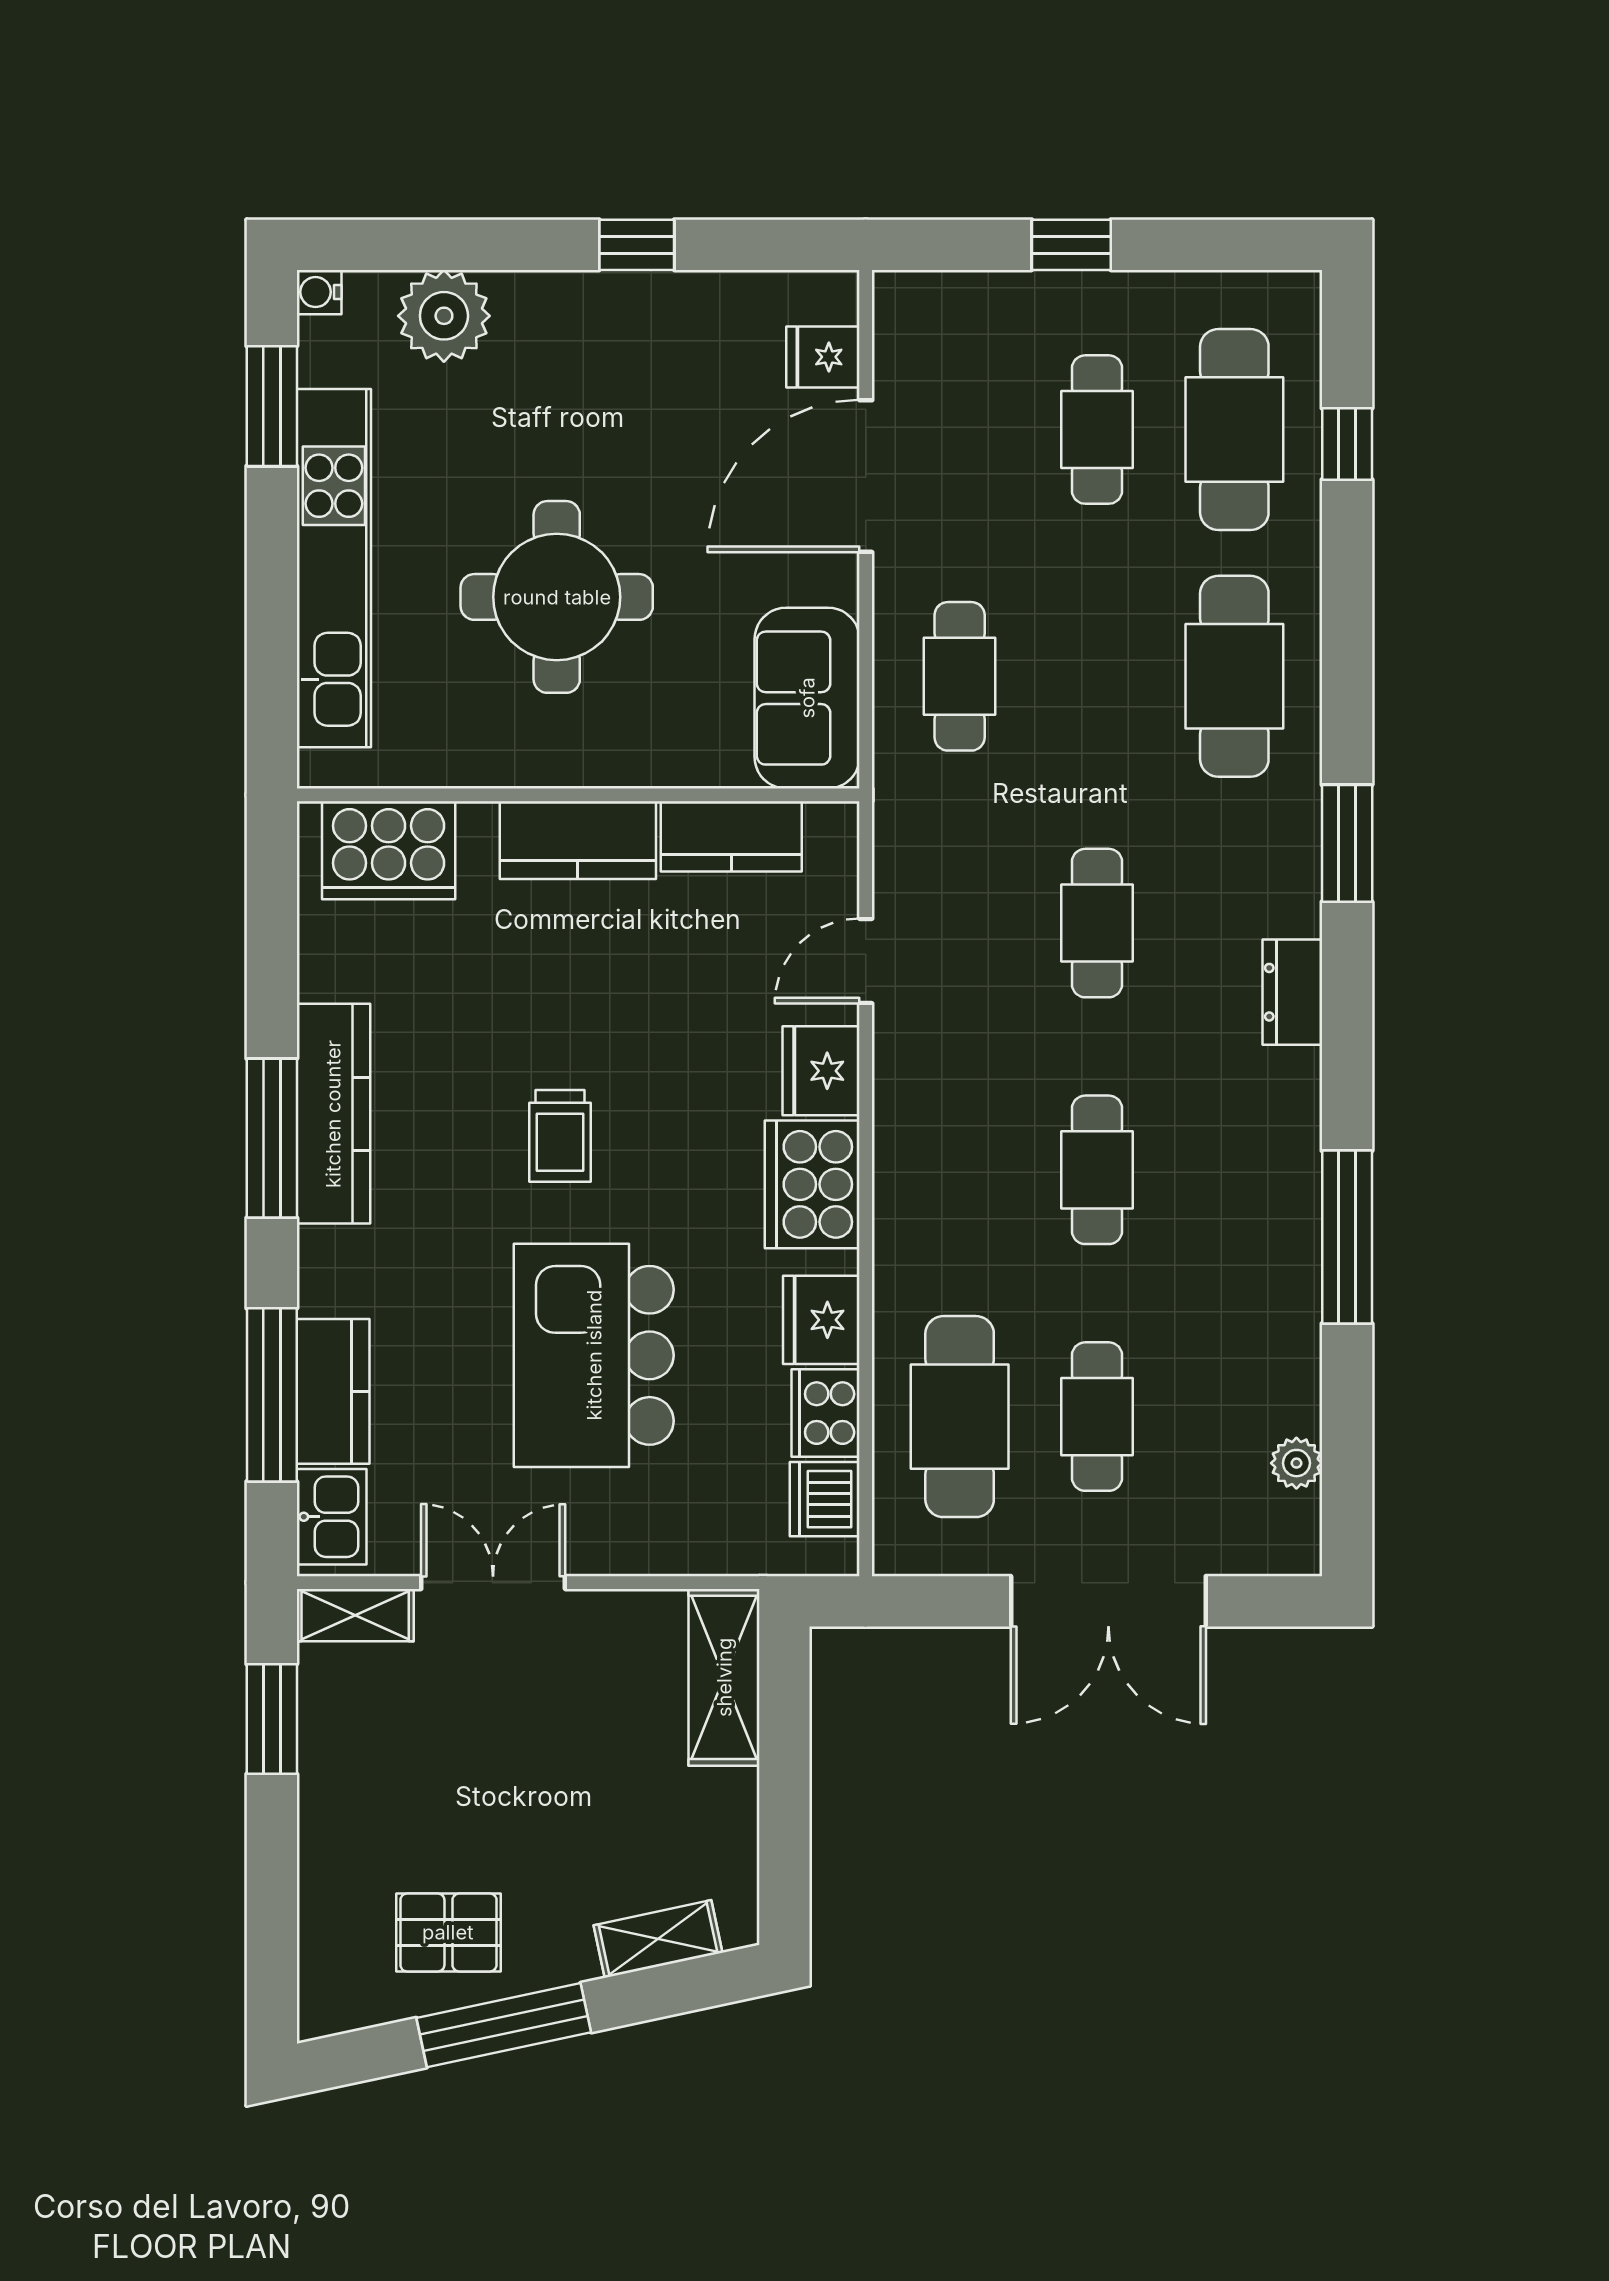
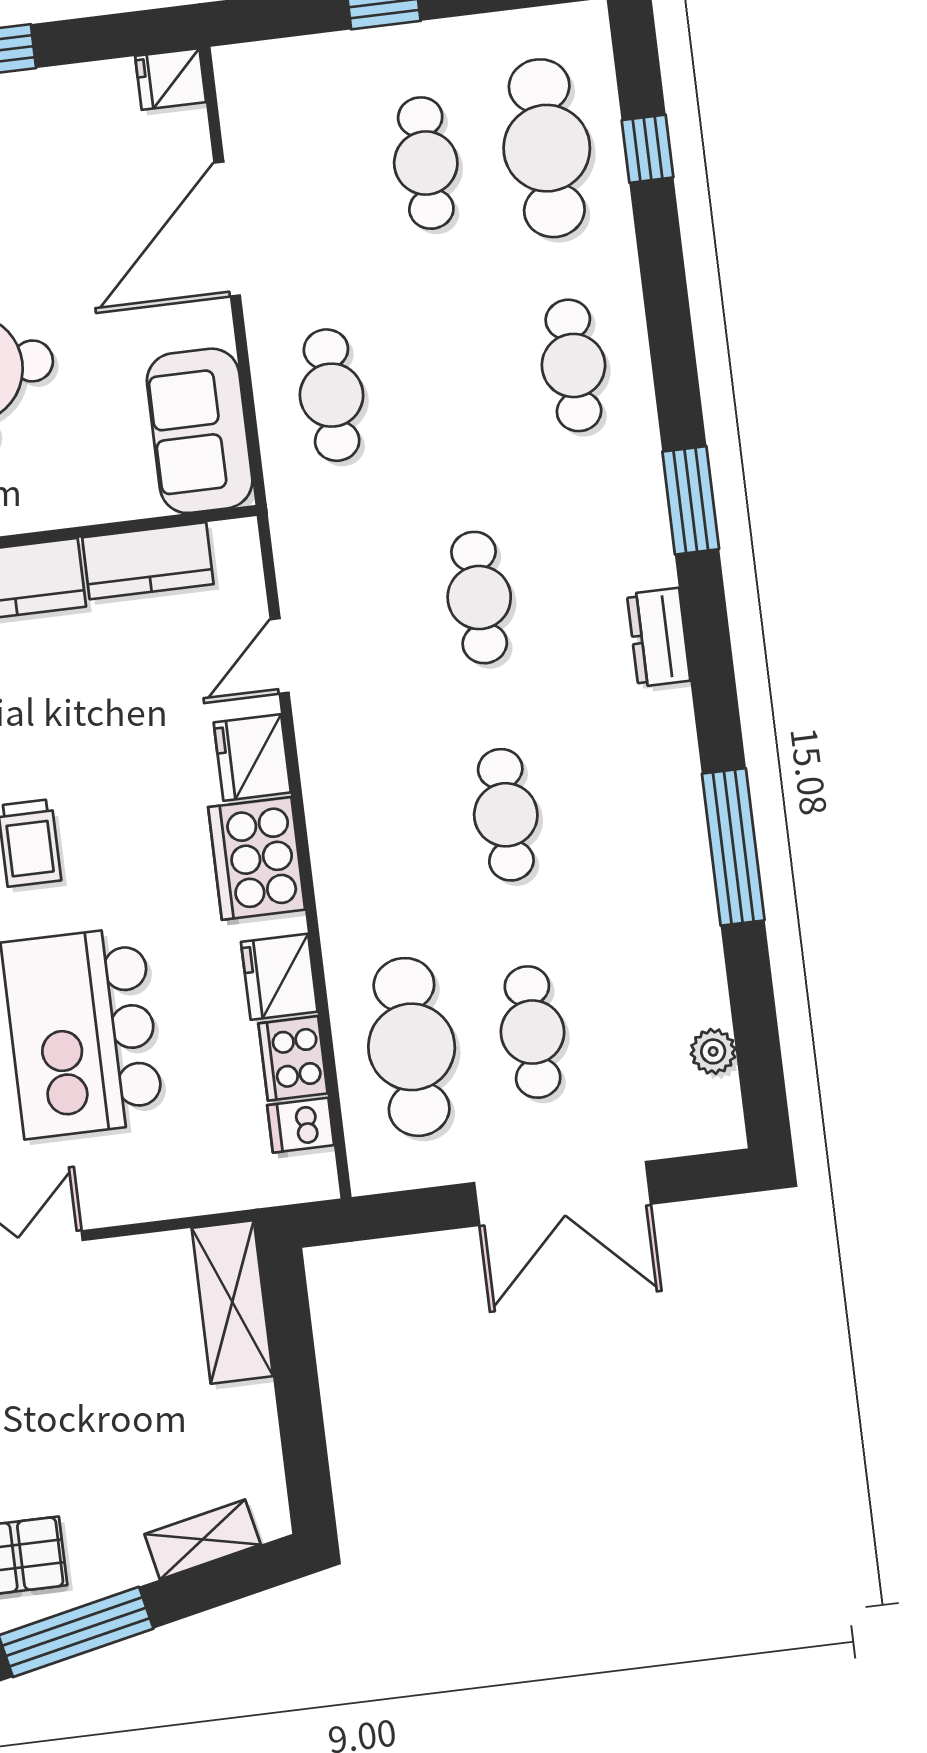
fridge: (823, 357) -> (171, 79), moved
cafe table: (1234, 676) -> (573, 365), width x0.73, depth x0.74
dishwasher: (825, 1499) -> (301, 1125), width x0.73

